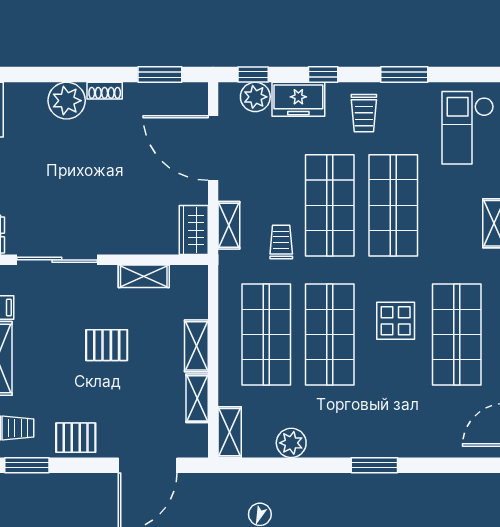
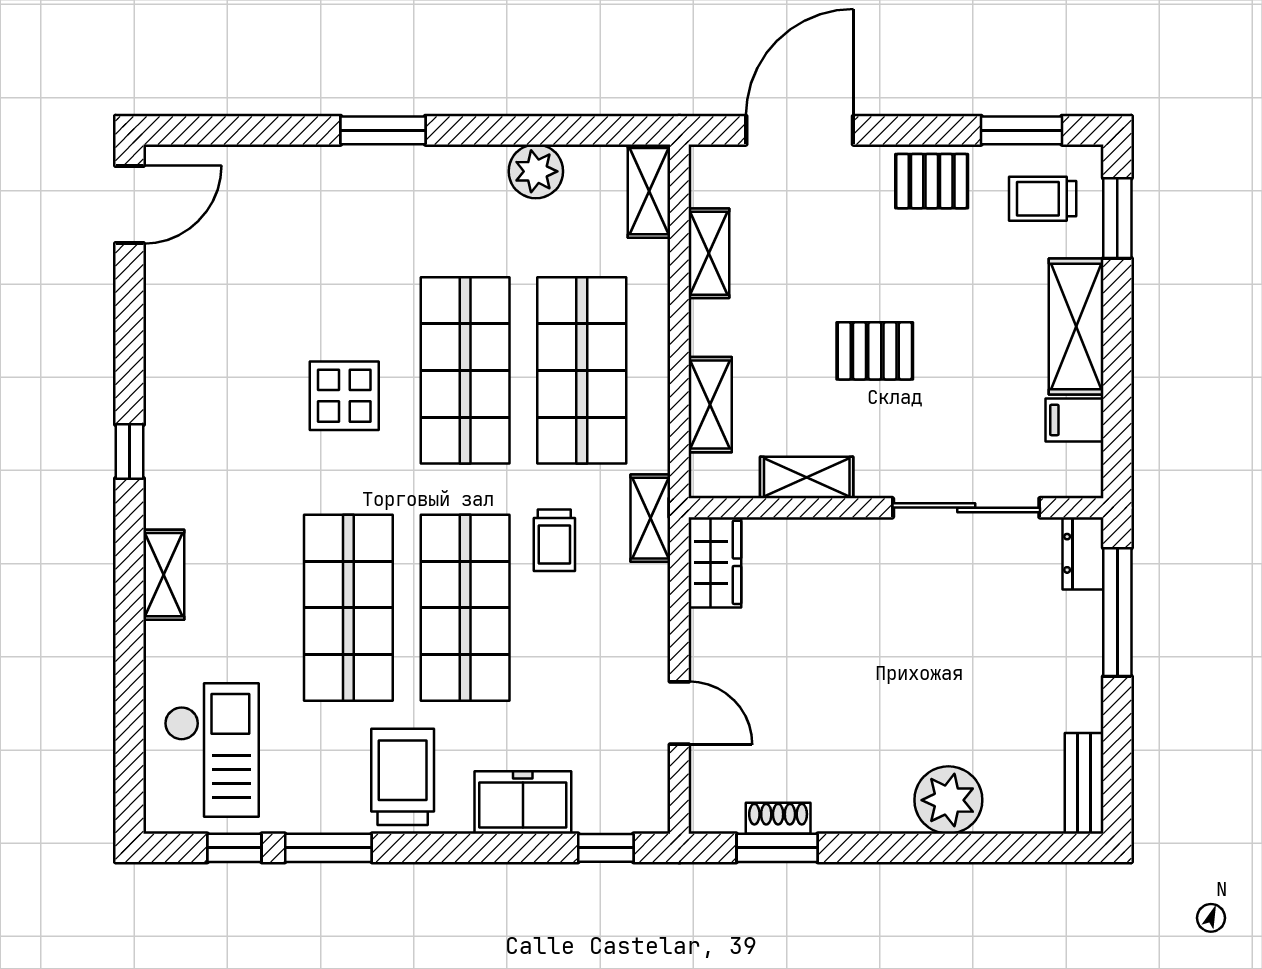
window: (323, 75) -> (234, 848), moved
shoe rack: (105, 91) -> (778, 818), moved
plant: (255, 97) -> (602, 807), removed
trolley: (364, 113) -> (403, 777), width x1.36, depth x1.39
door: (213, 148) -> (679, 713), width x0.53
shelving: (229, 225) -> (650, 518), moved
shop shelf: (457, 334) -> (232, 370), removed
shelving: (196, 346) -> (710, 405), moved

